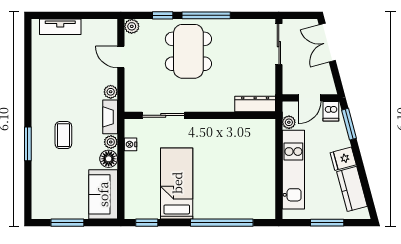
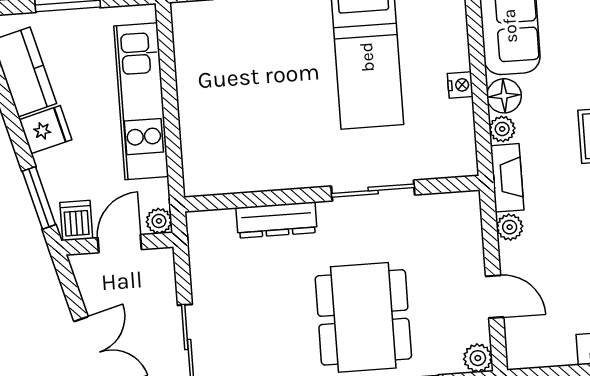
dresser: (255, 104) -> (277, 220), moved
sliding door: (163, 115) -> (373, 191), moved
plant: (289, 122) -> (159, 221), moved
nightstand: (130, 144) -> (460, 85), moved

